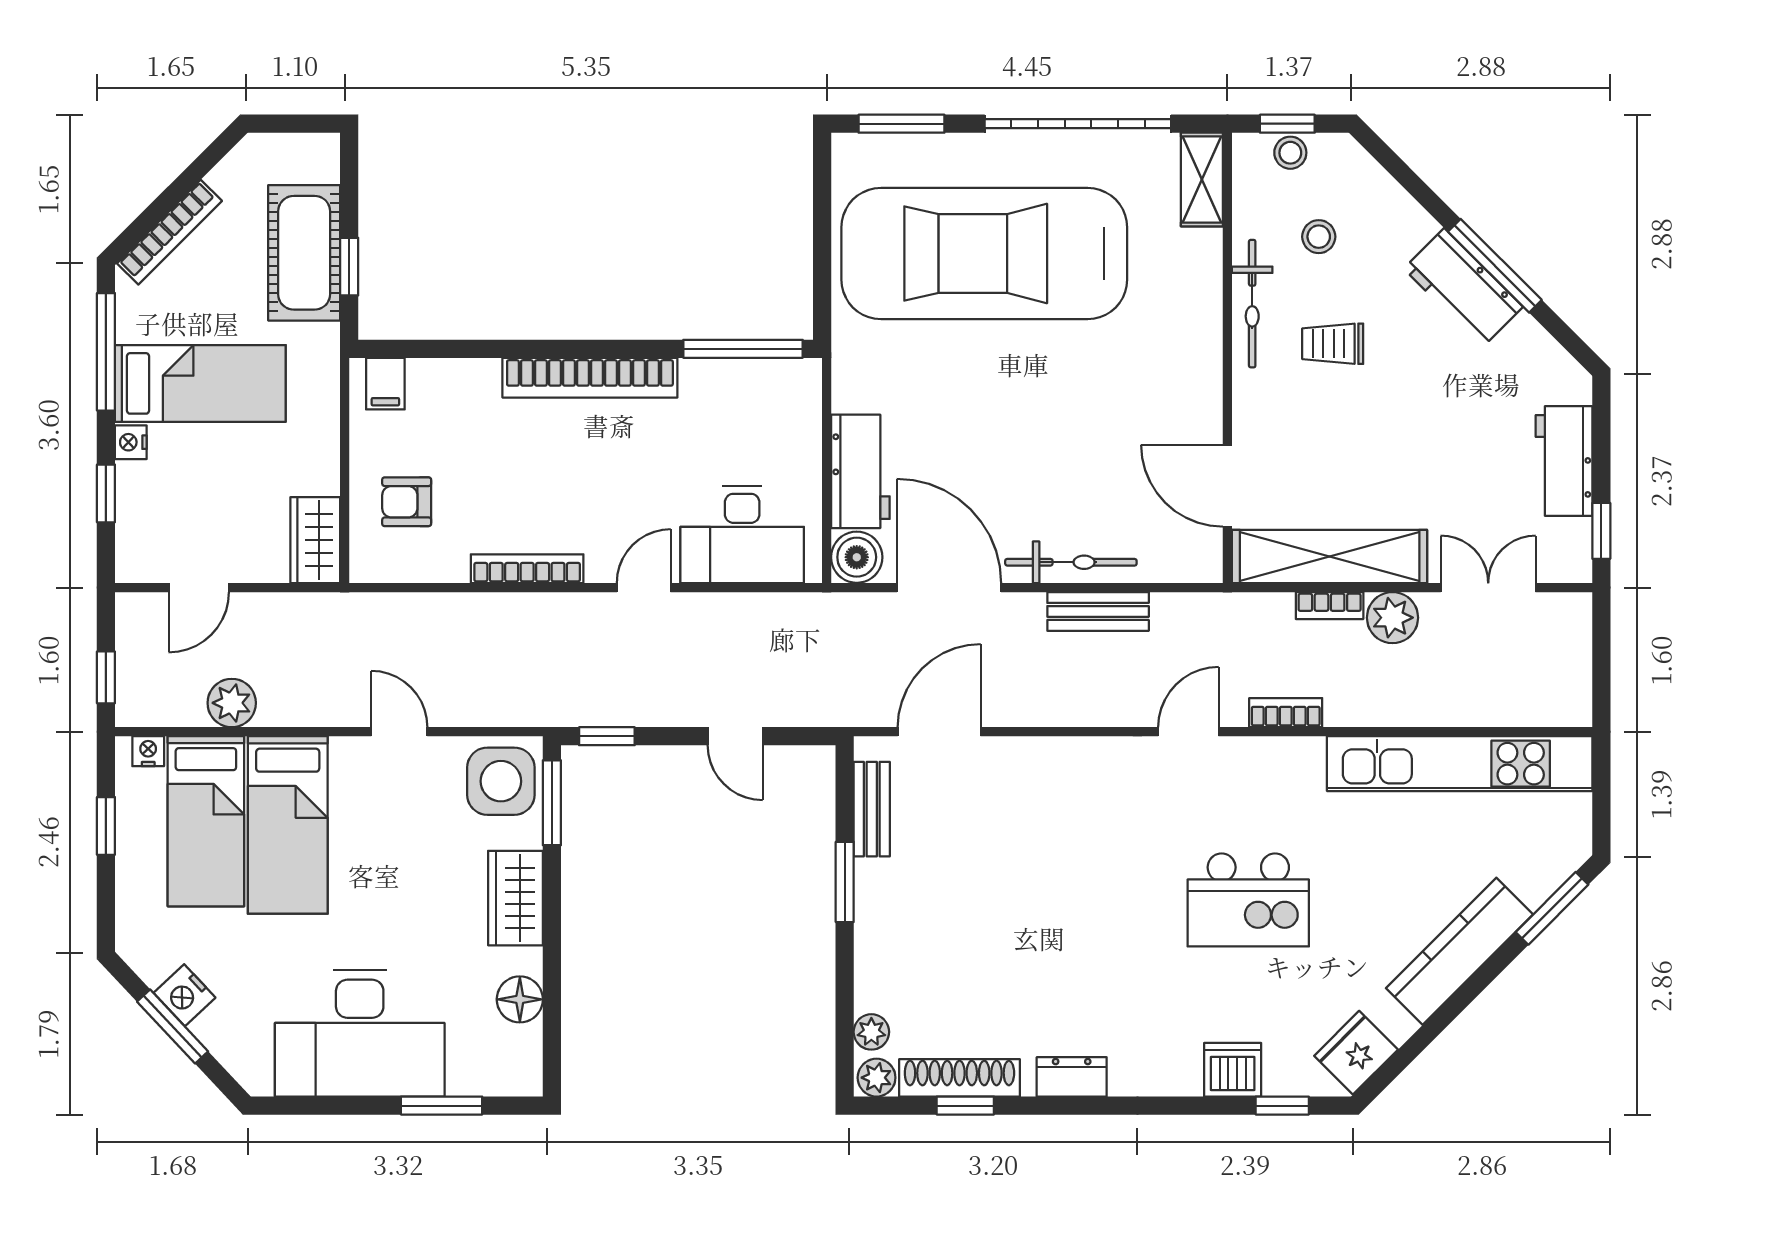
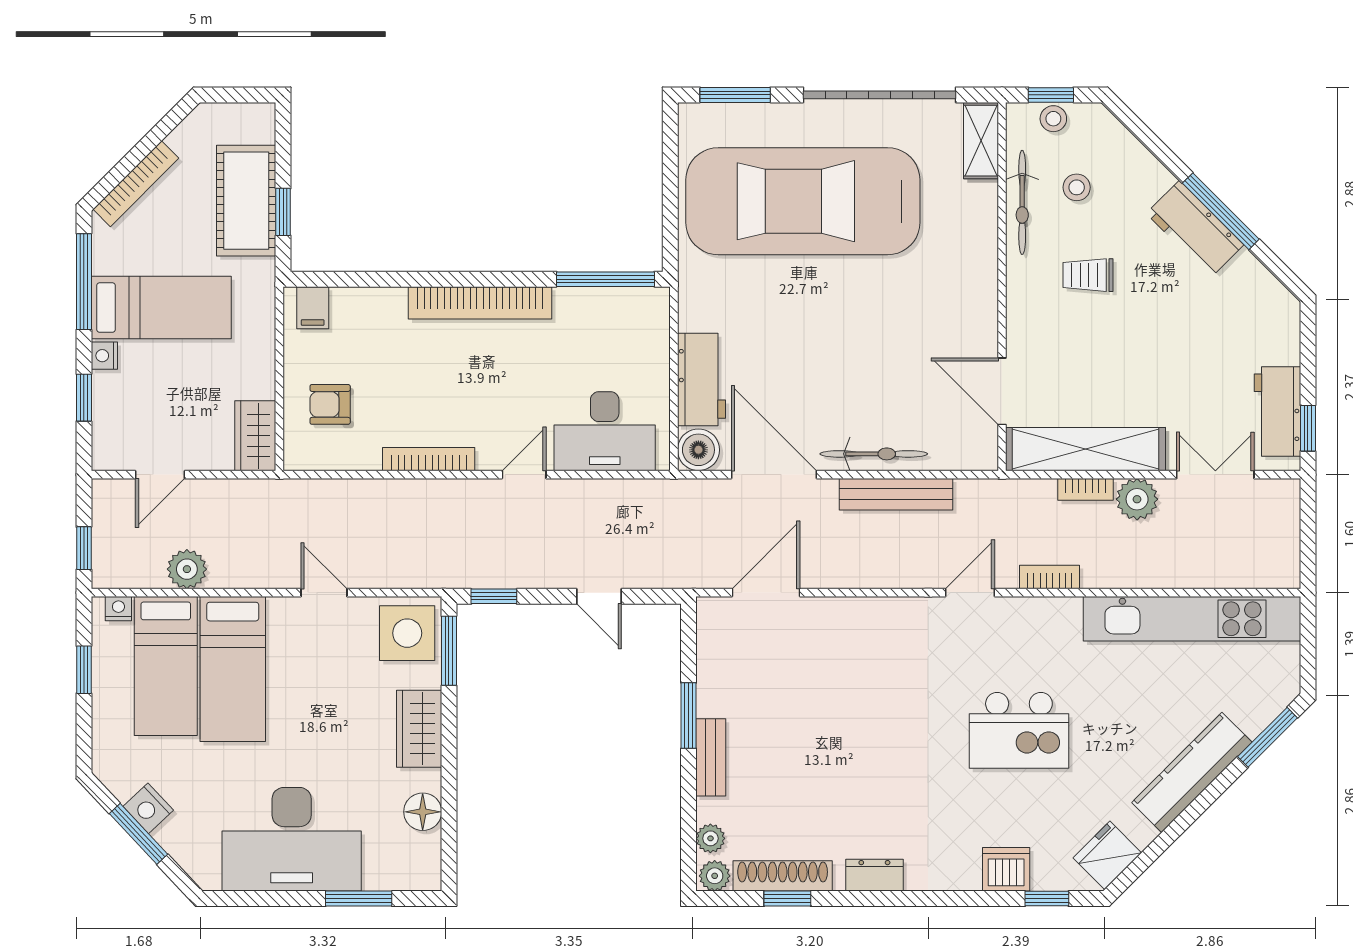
bicycle: (1252, 304) -> (1022, 202), moved
workbench: (1564, 461) -> (1277, 411), moved
bench: (1098, 611) -> (896, 494), width x1.36
bench: (872, 809) -> (711, 757), moved

